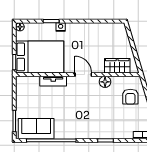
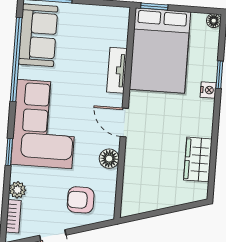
wardrobe: (117, 66) -> (198, 159), moved, turned 180
door: (83, 75) -> (124, 122), swing flipped
corner sofa: (88, 121) -> (44, 124), added
plant: (127, 134) -> (17, 190), added

